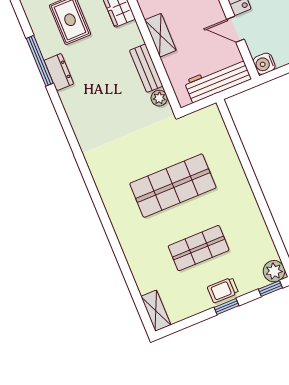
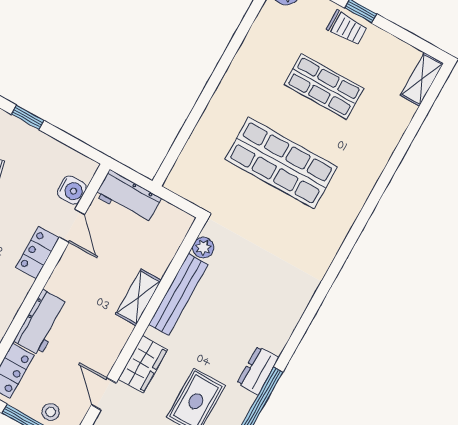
water cooler: (264, 64) -> (72, 190), moved
bench: (146, 68) -> (178, 294), width x1.36
workbench: (218, 80) -> (128, 197), width x0.73

